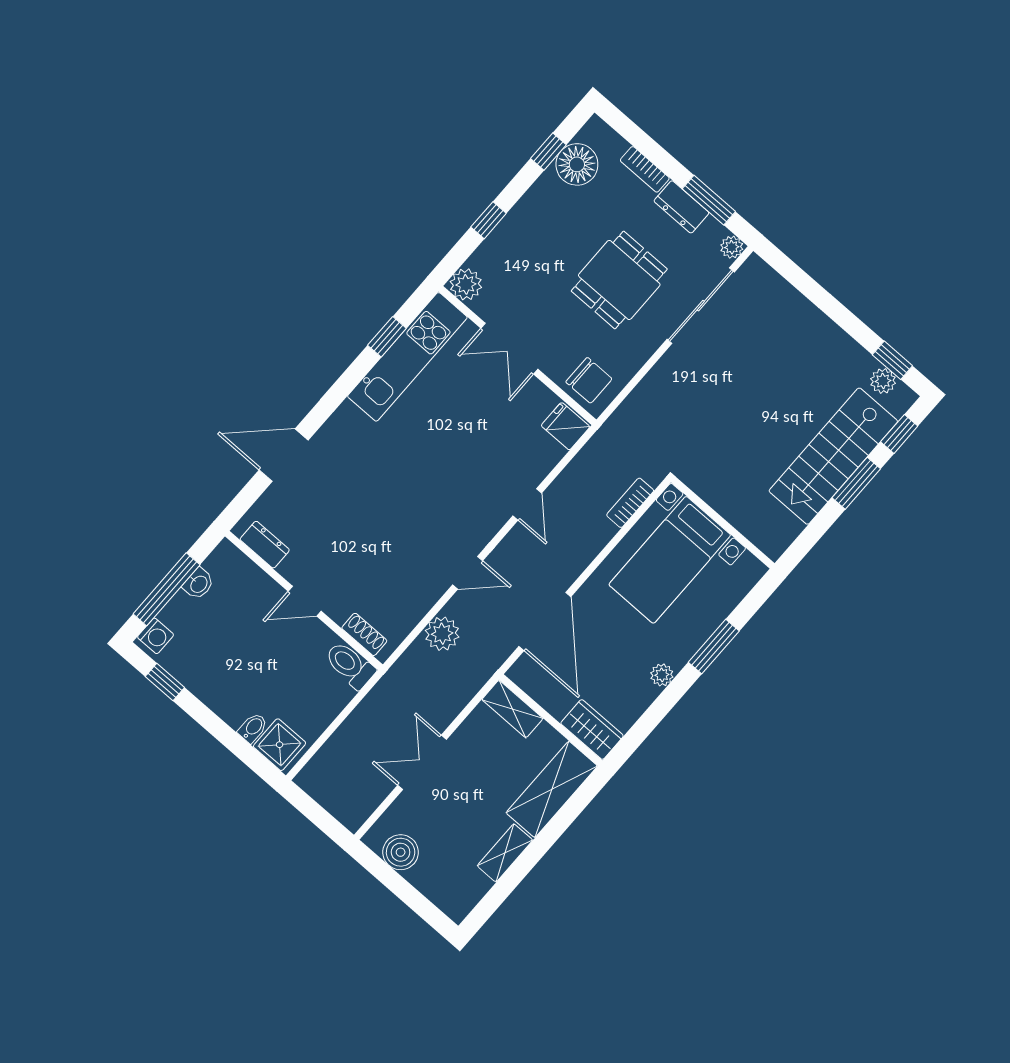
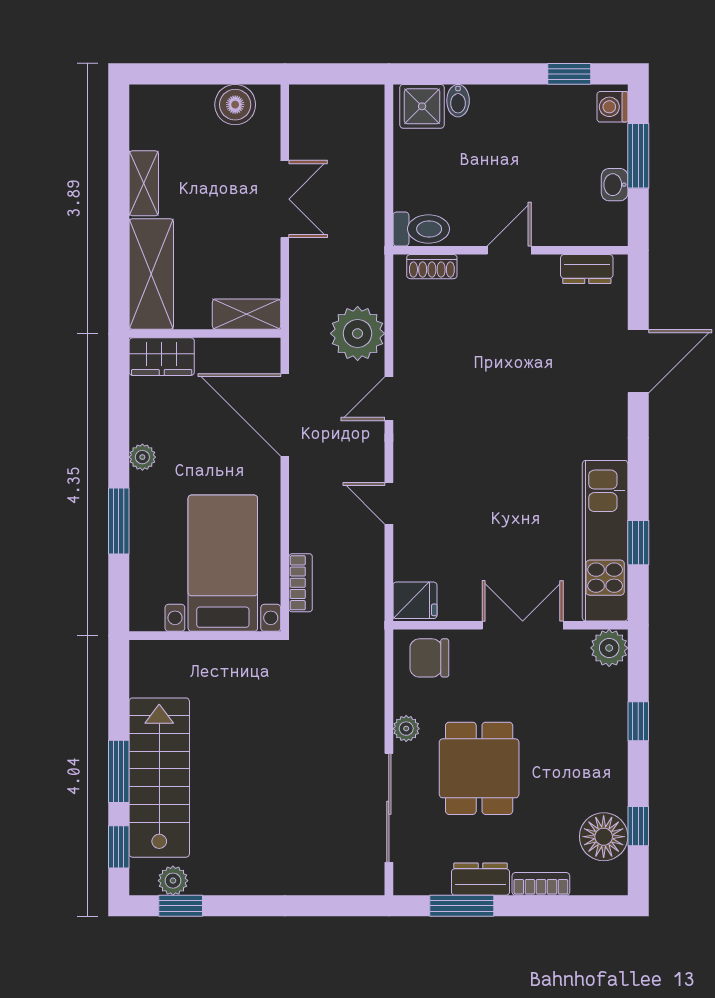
plant: (732, 247) -> (406, 729), moved
window: (167, 589) -> (638, 156), width x0.69
plant: (442, 634) -> (358, 333), width x1.36, depth x1.36

